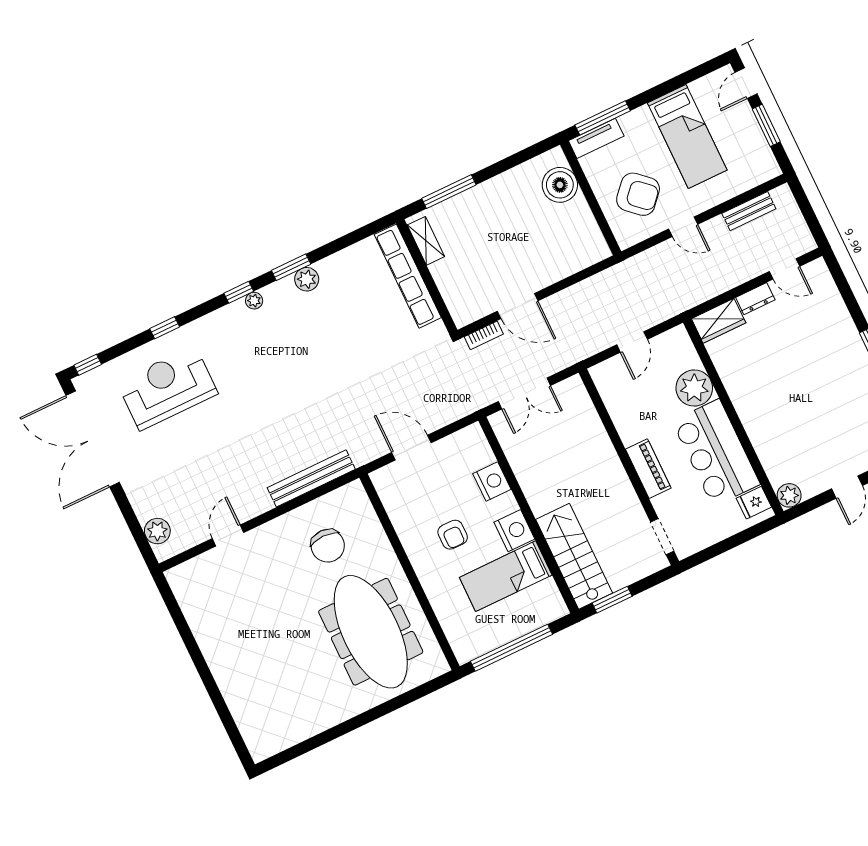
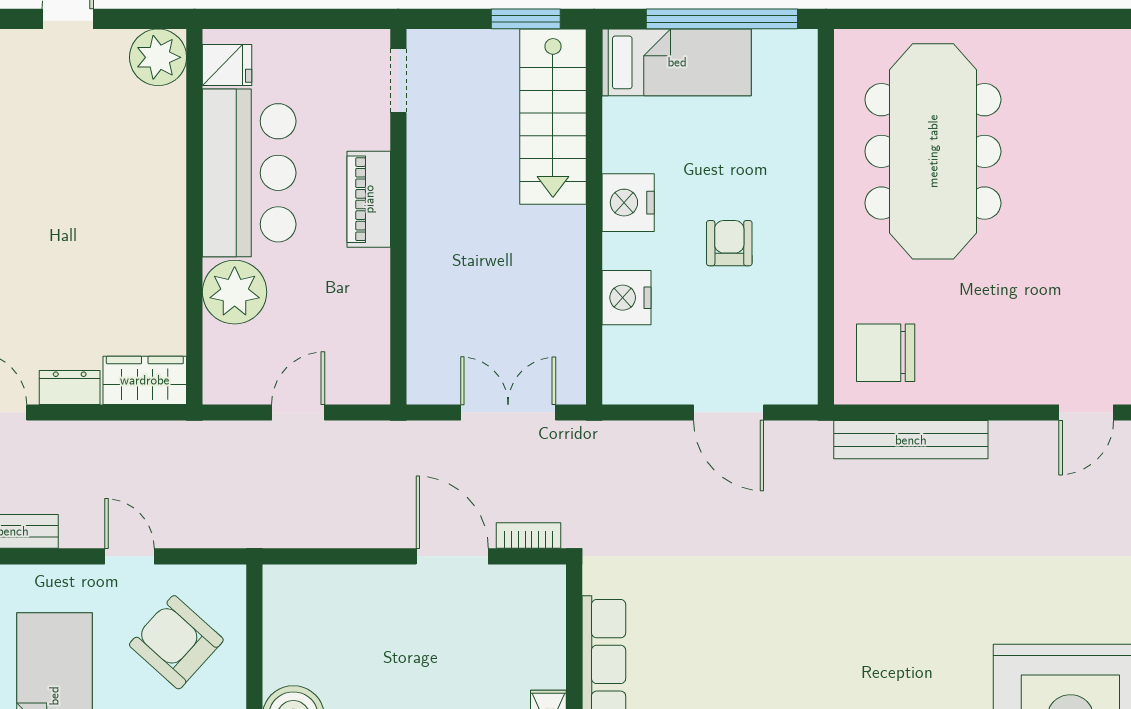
plant: (789, 495) -> (158, 57), width x1.36, depth x1.36
chair: (328, 546) -> (886, 353), moved, turned -90
bed: (506, 576) -> (677, 62), moved

